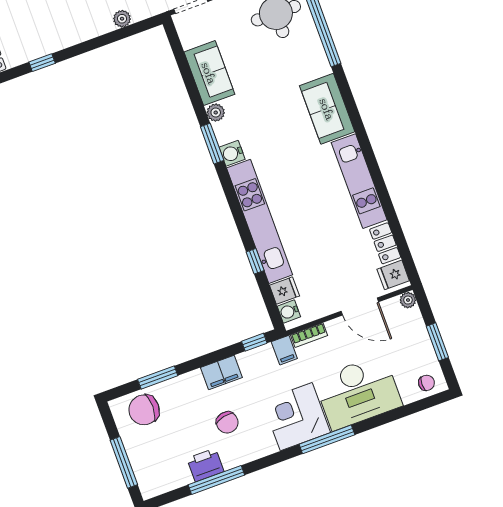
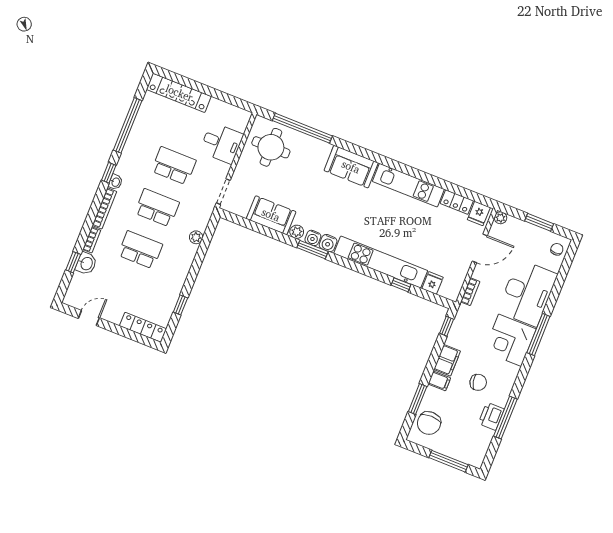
water cooler: (289, 312) -> (313, 238), moved
filing cabinet: (284, 350) -> (439, 381), moved

